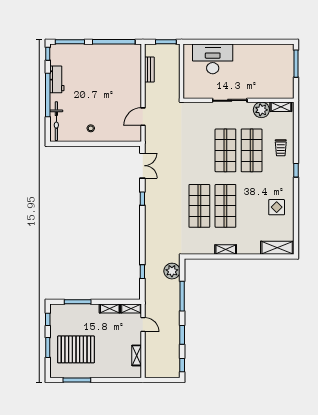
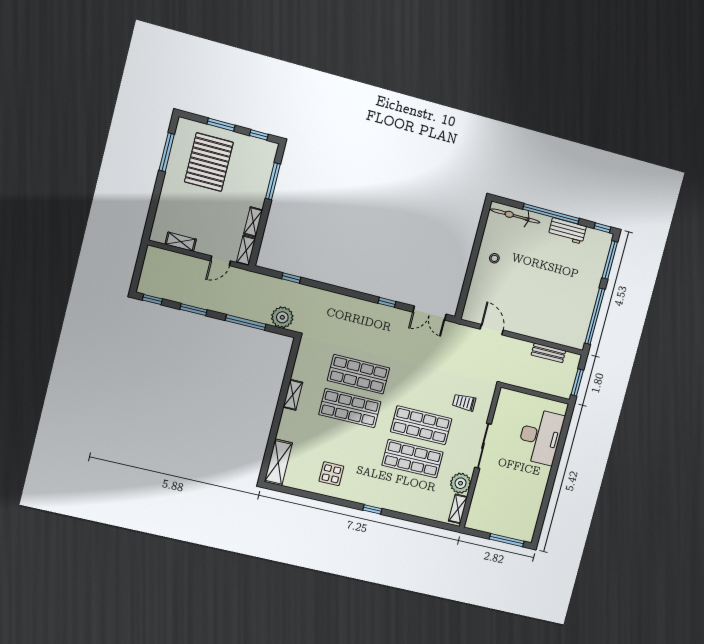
trolley: (281, 148) -> (464, 402), moved

